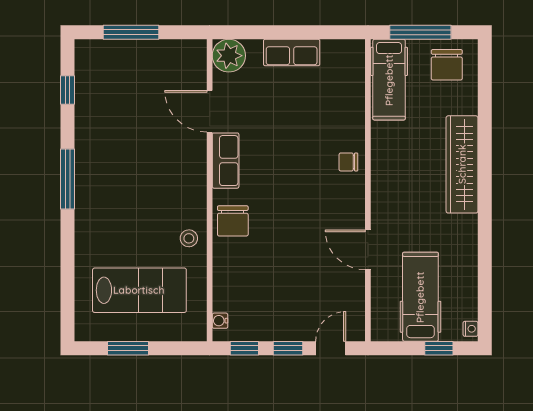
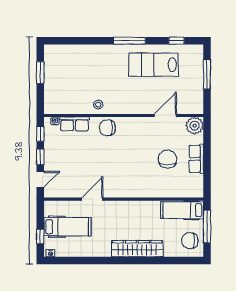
row of seats: (226, 161) -> (75, 124), moved
chair: (348, 162) -> (167, 159), moved, width x1.87, depth x1.87
lab bench: (139, 290) -> (154, 65), moved, turned 90
door: (331, 348) -> (40, 179), hinge flipped

